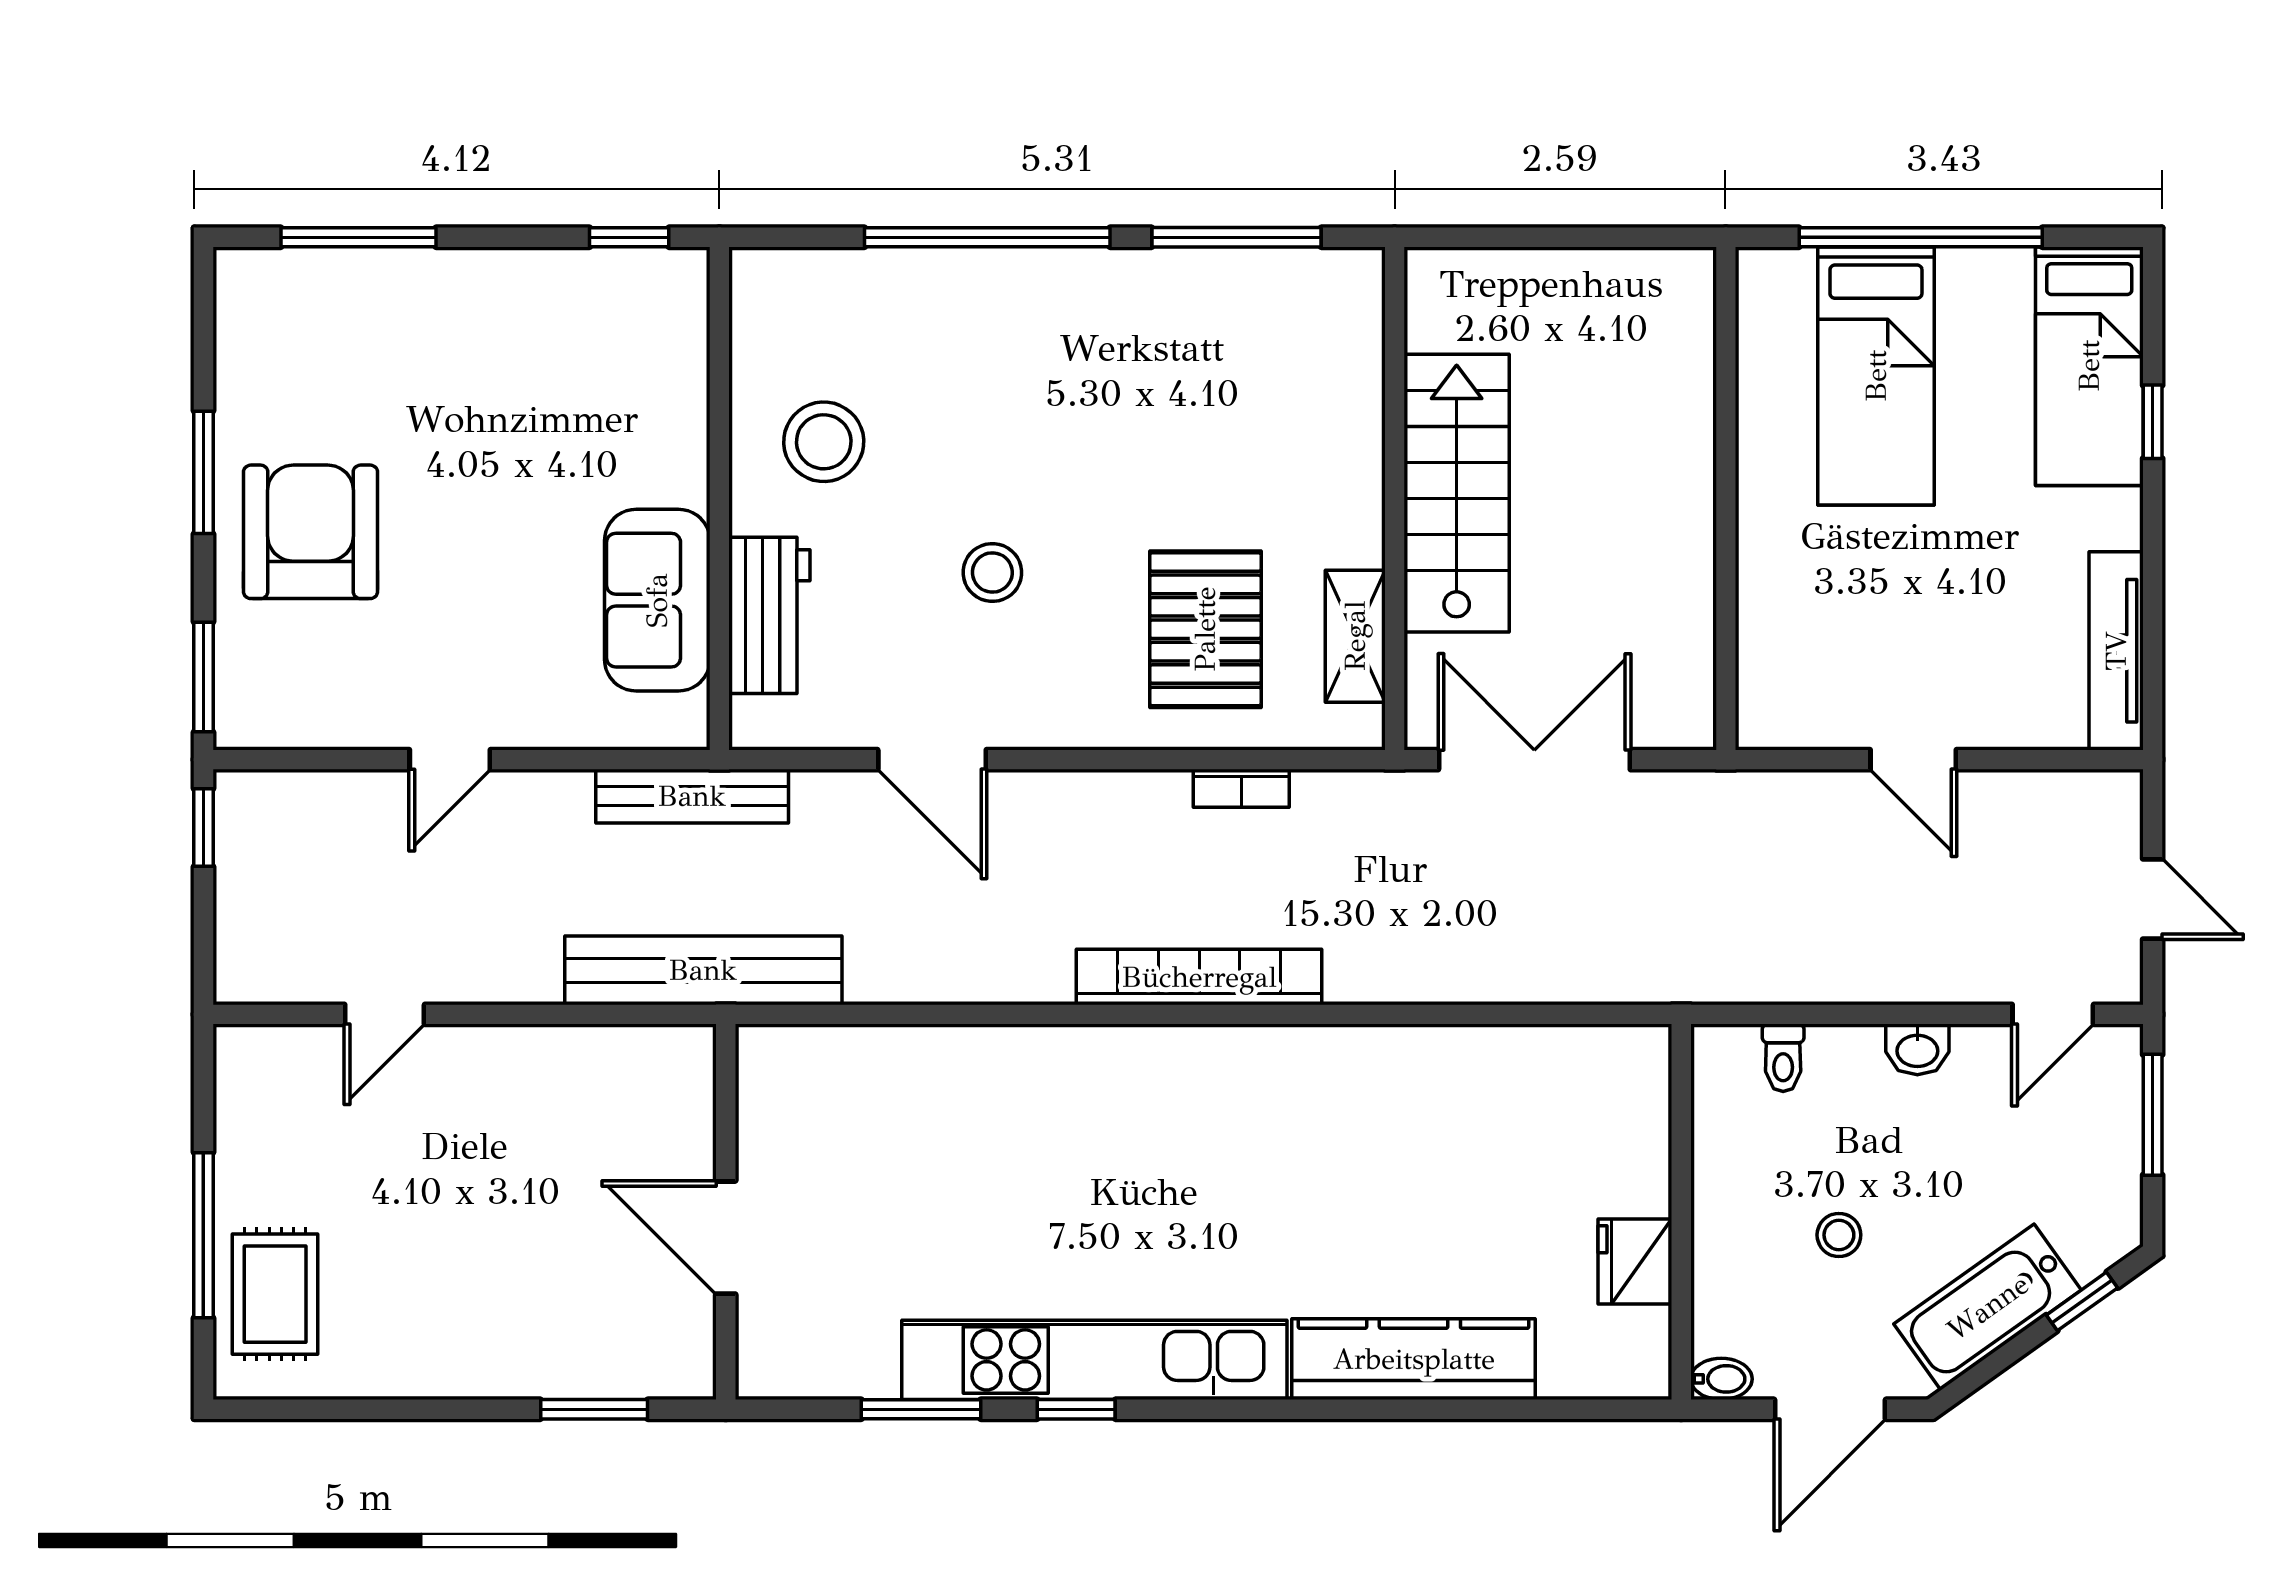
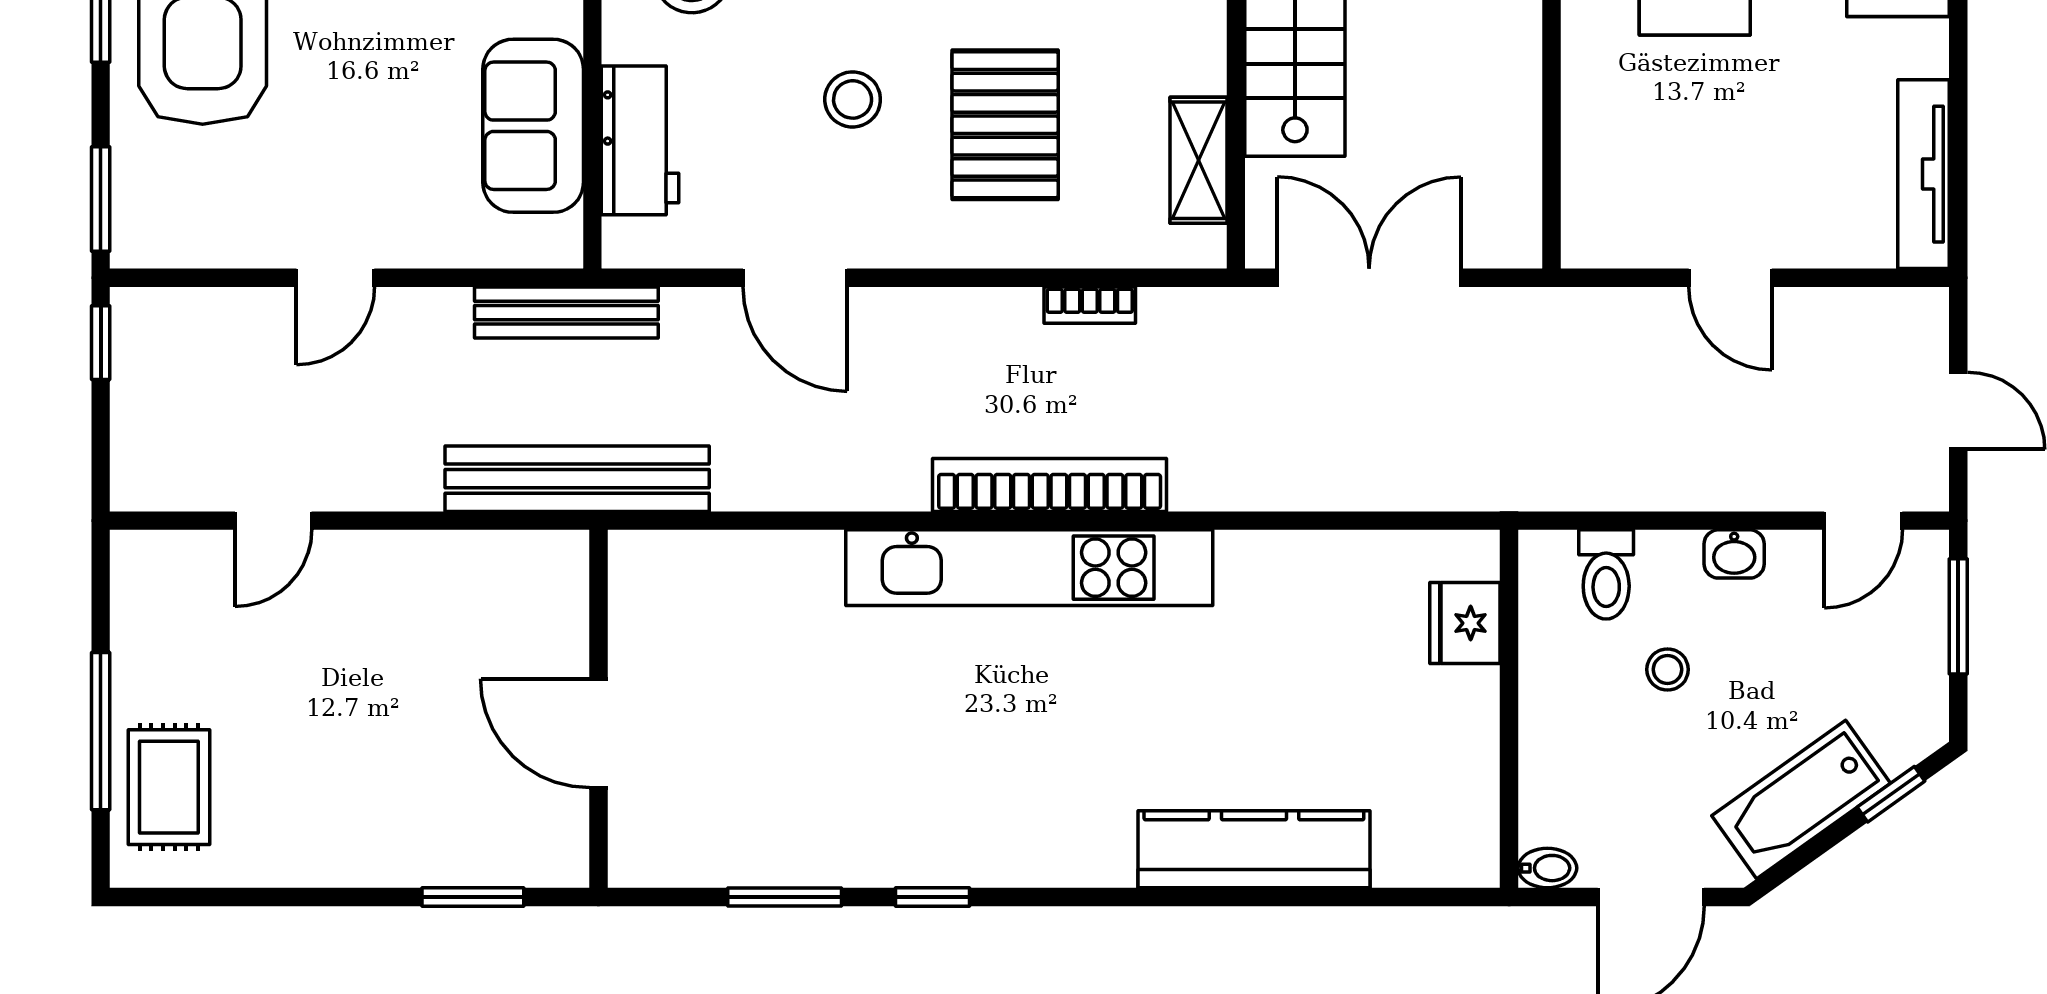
pallet: (1205, 629) -> (1005, 125), moved
toilet: (1783, 1058) -> (1606, 574), width x1.37, depth x1.39
stool: (1839, 1235) -> (1668, 669), moved
fridge: (1635, 1261) -> (1465, 623), moved
kitchen unit: (1094, 1360) -> (1029, 568), moved, turned 180

